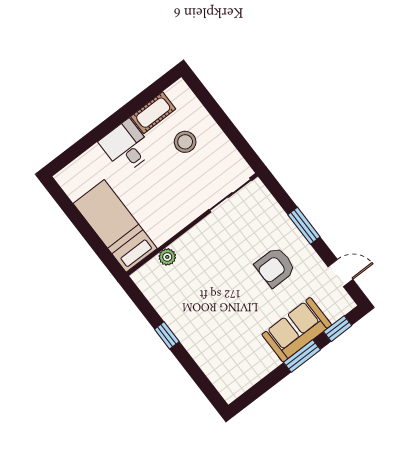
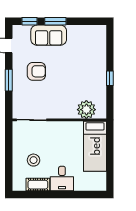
plant: (167, 257) -> (86, 110), width x1.88, depth x1.88

